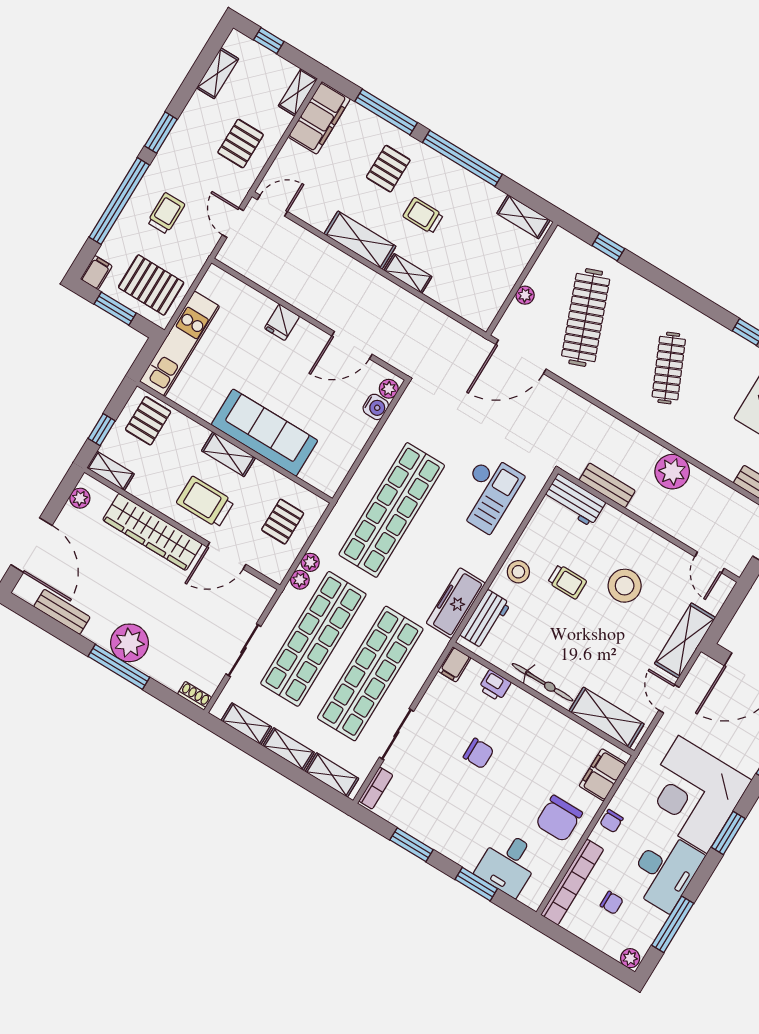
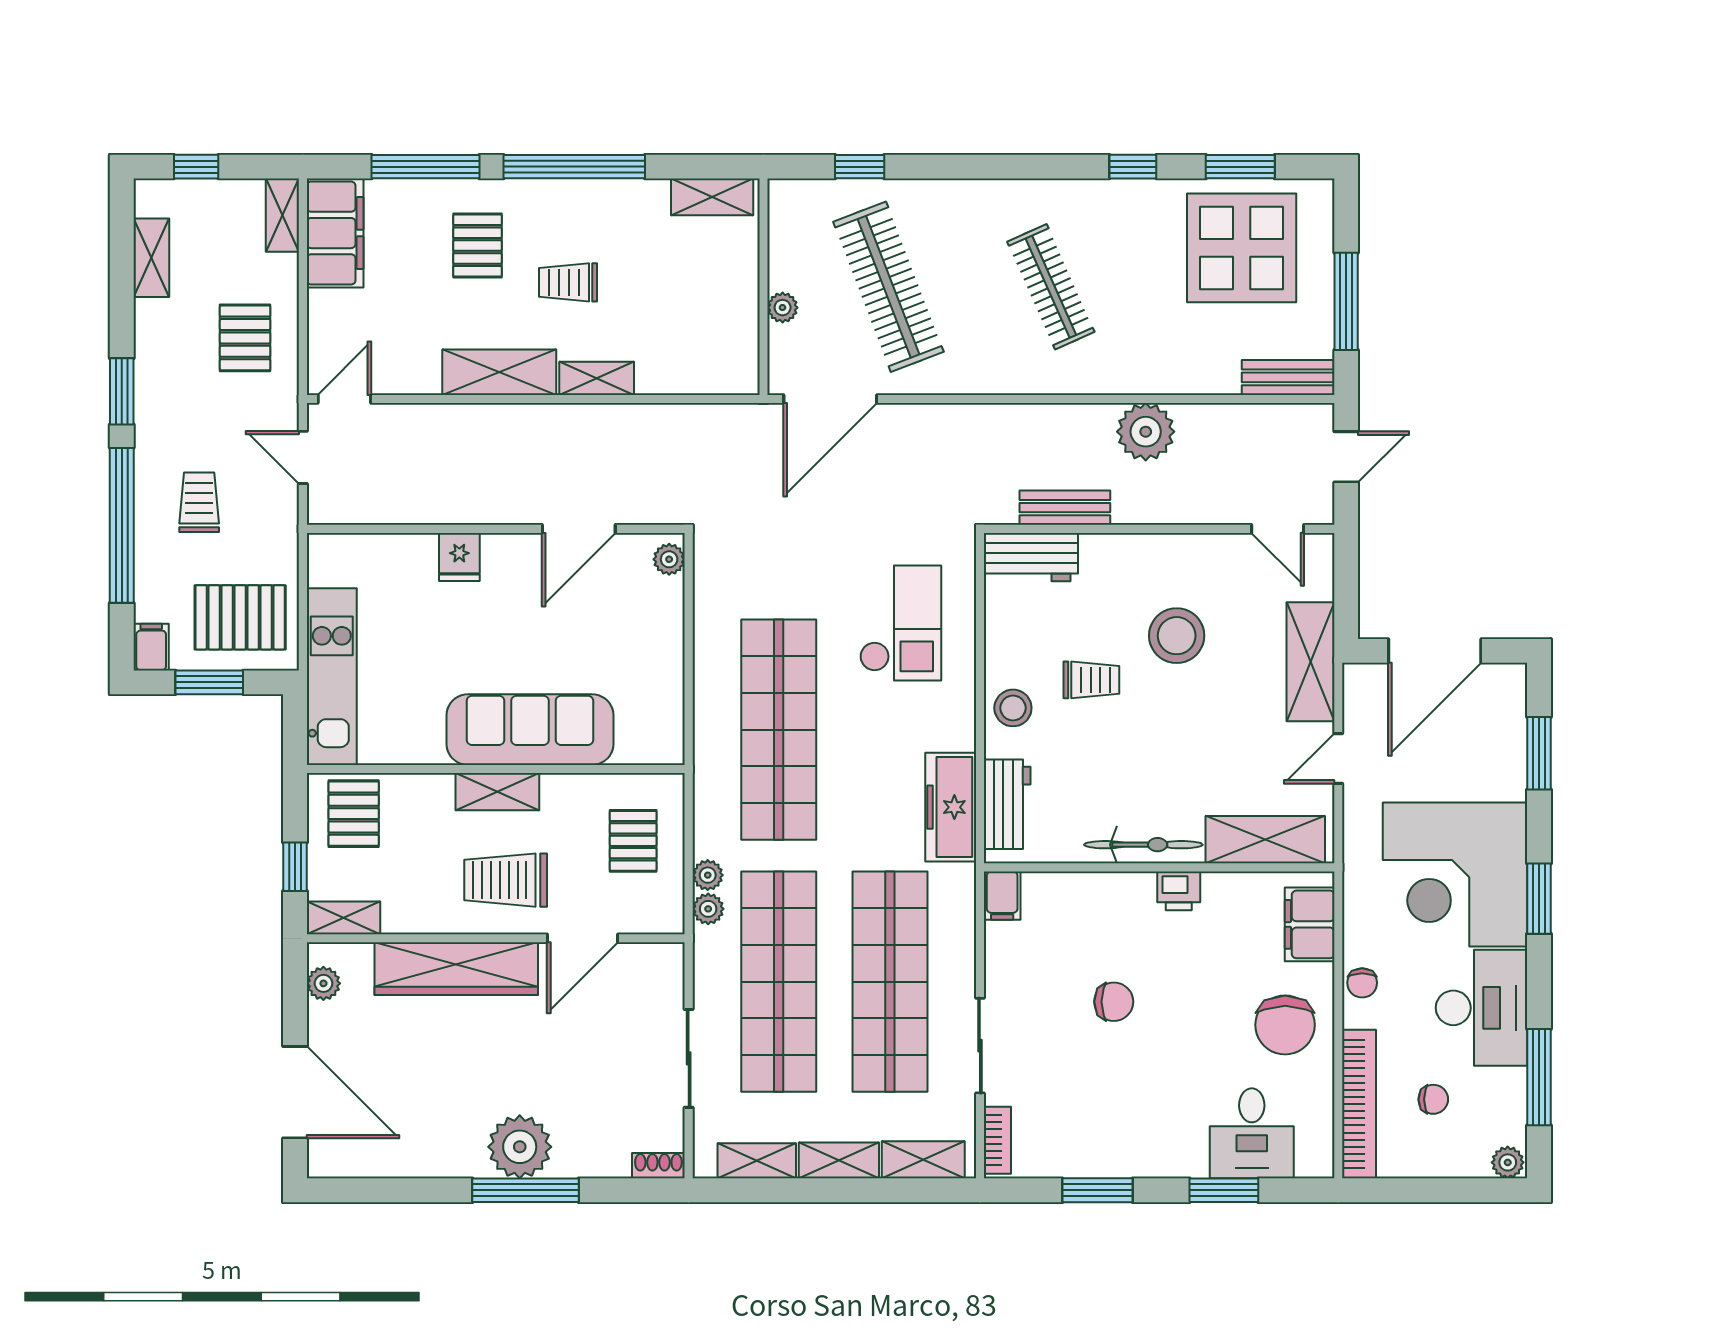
water cooler: (376, 407) -> (666, 596), removed
bench: (62, 612) -> (396, 1161), removed
printer: (495, 686) -> (1179, 891), moved
door: (669, 699) -> (1338, 758), hinge flipped

